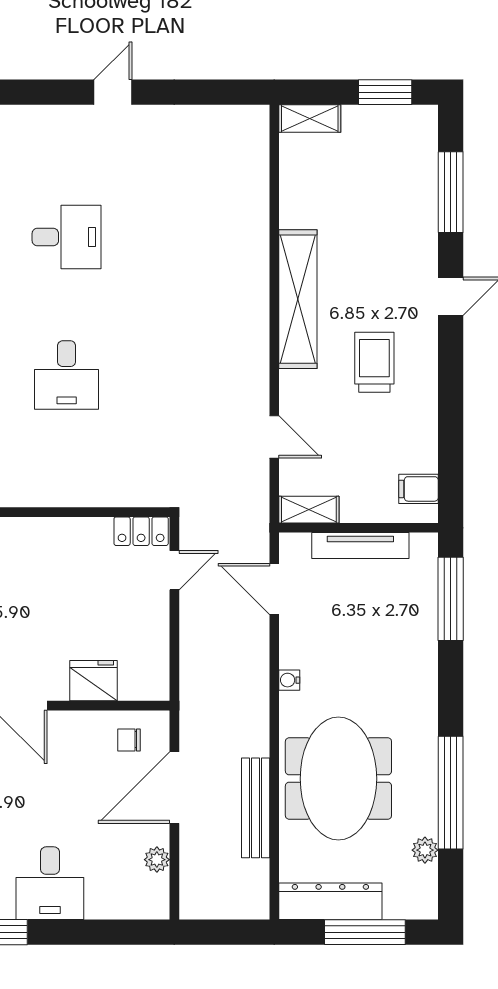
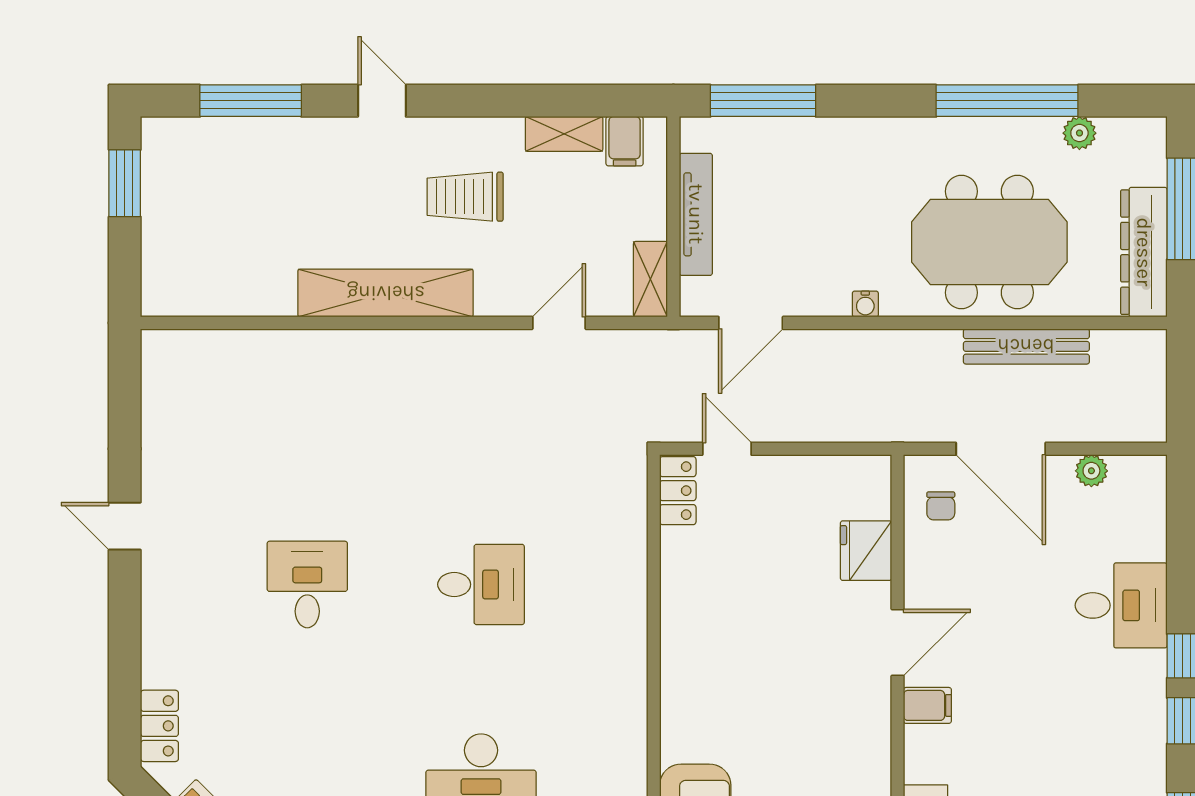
shelving: (310, 118) -> (564, 134), moved, turned 90

